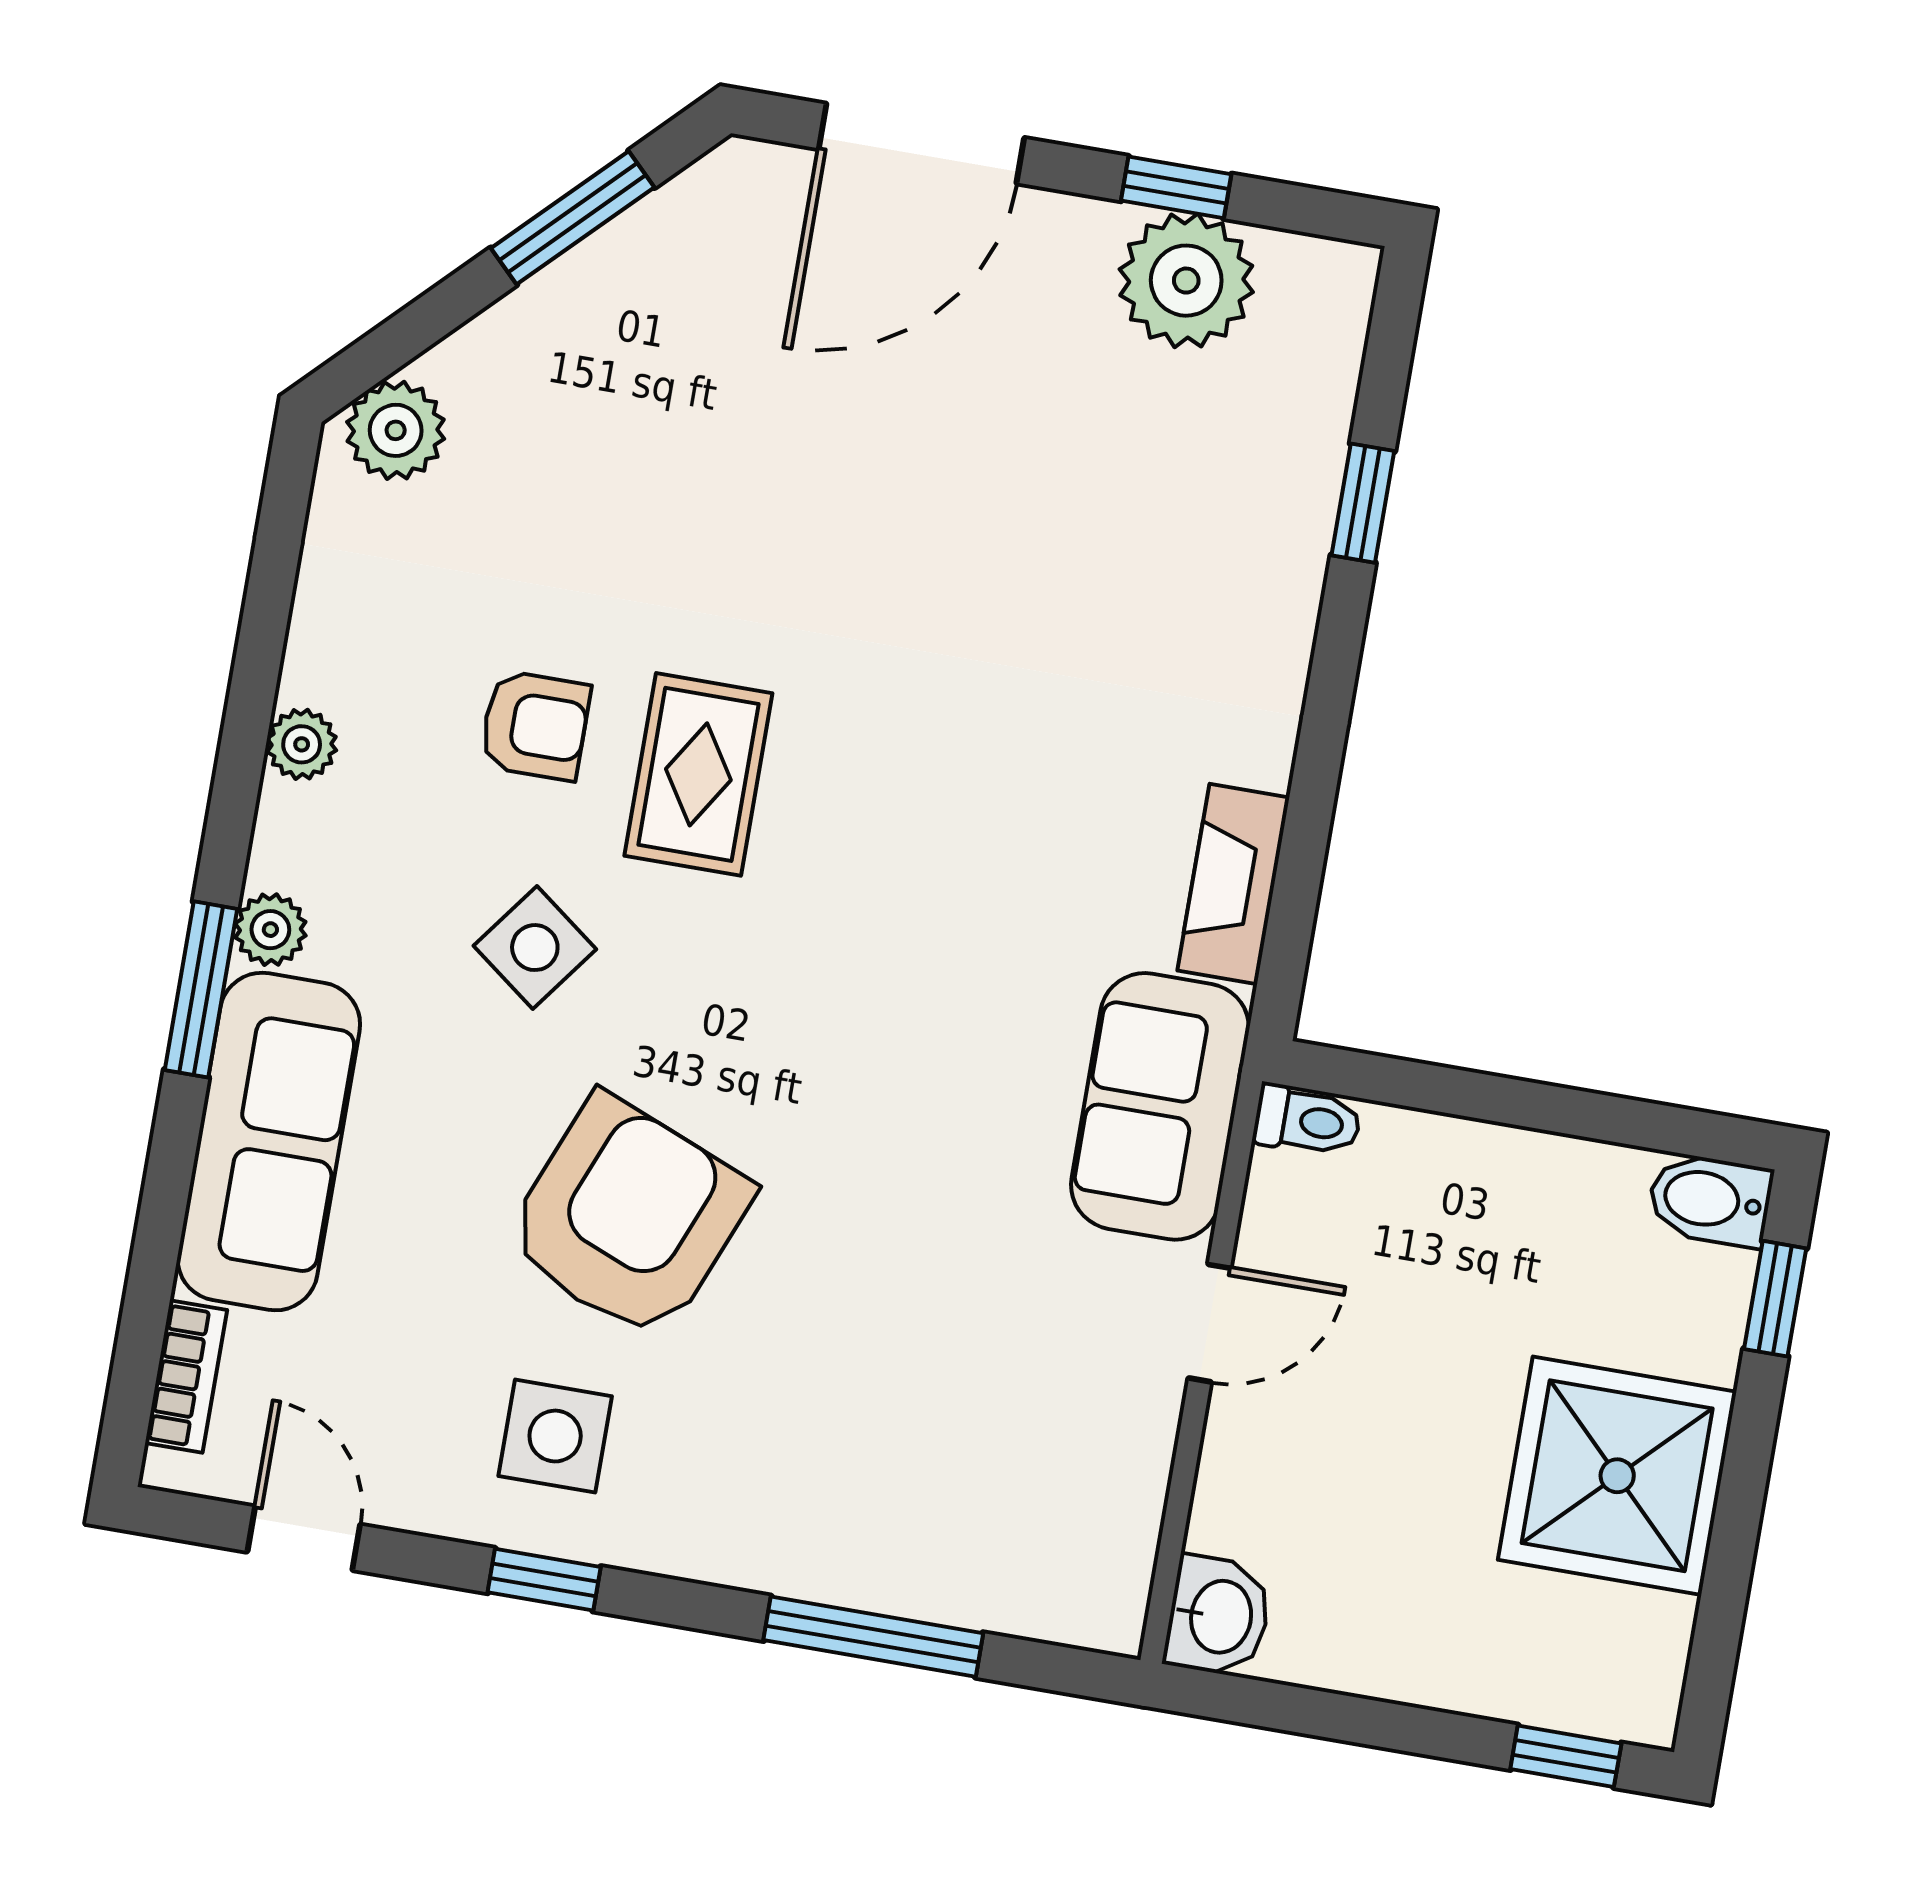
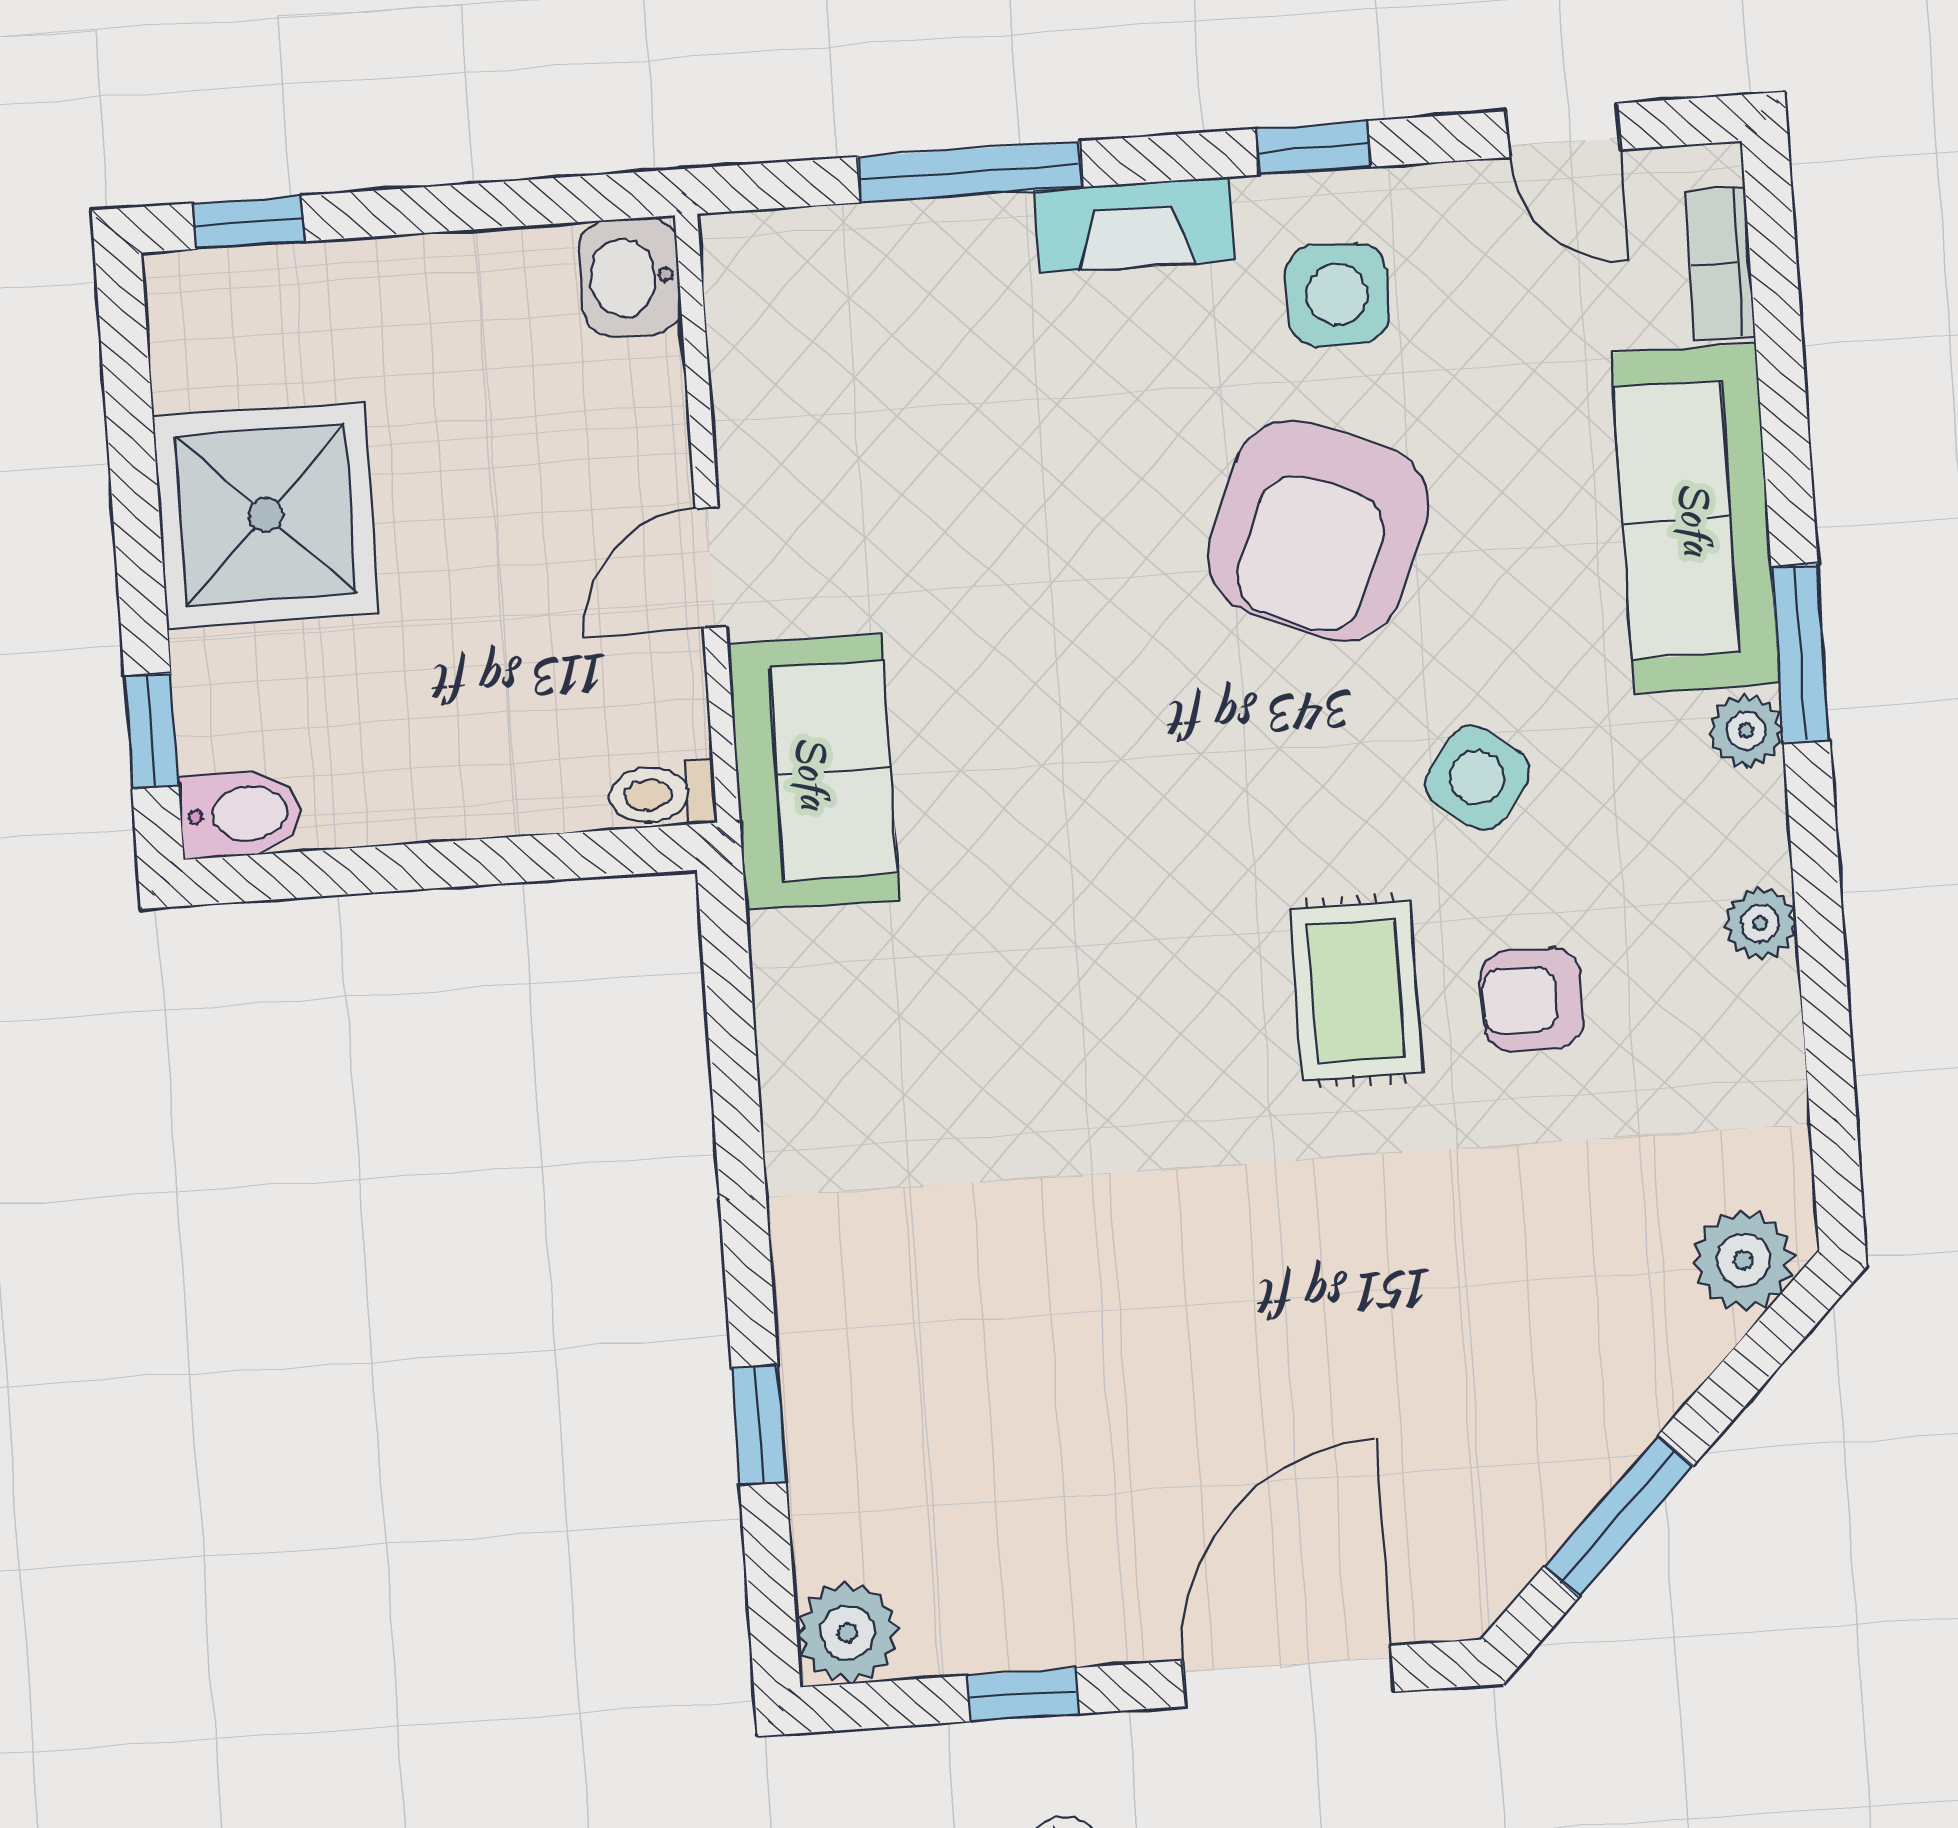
plant: (1186, 281) -> (847, 1633), moved, width x0.73, depth x0.73
fireplace: (1233, 884) -> (1135, 225), moved, turned 90

